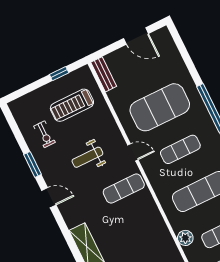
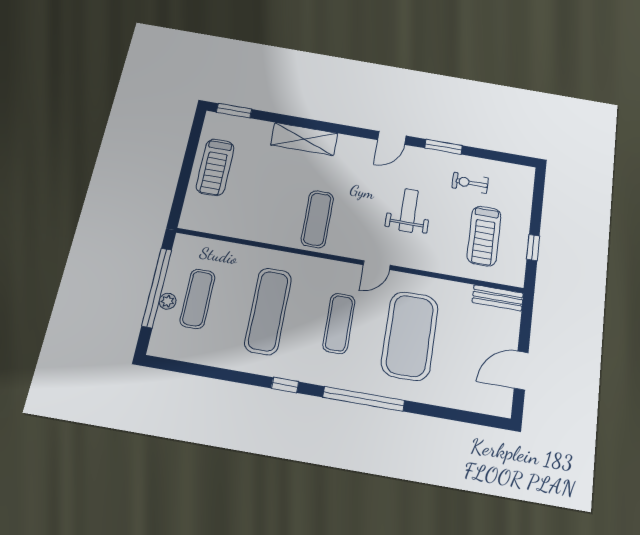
treadmill: (72, 105) -> (484, 236), turned 180
exercise mat: (124, 189) -> (317, 219), moved
plant: (185, 238) -> (227, 253), removed

